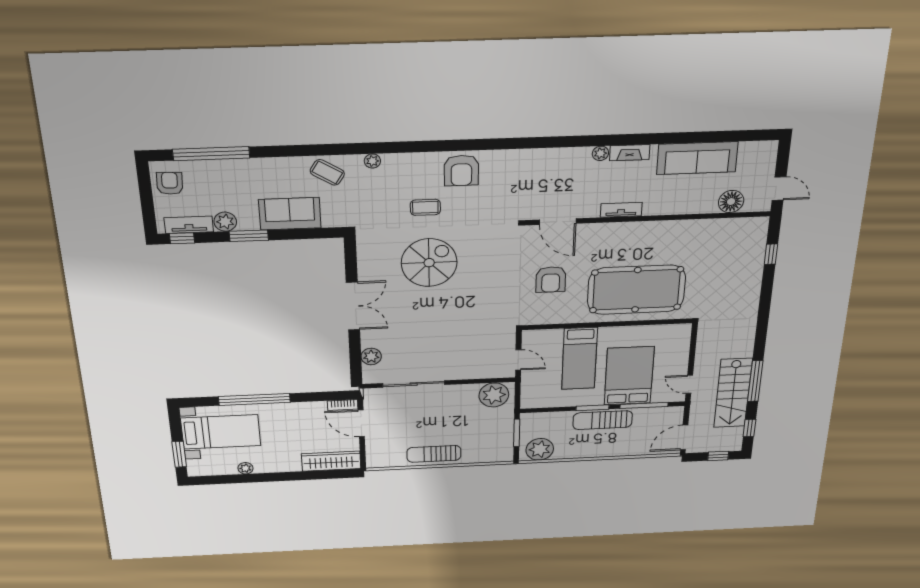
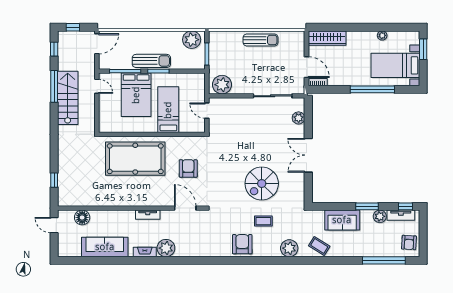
plant: (600, 153) -> (166, 248), width x1.87, depth x1.87
plant: (372, 161) -> (289, 248), width x1.88, depth x1.88
stairs: (733, 393) -> (68, 98), moved

